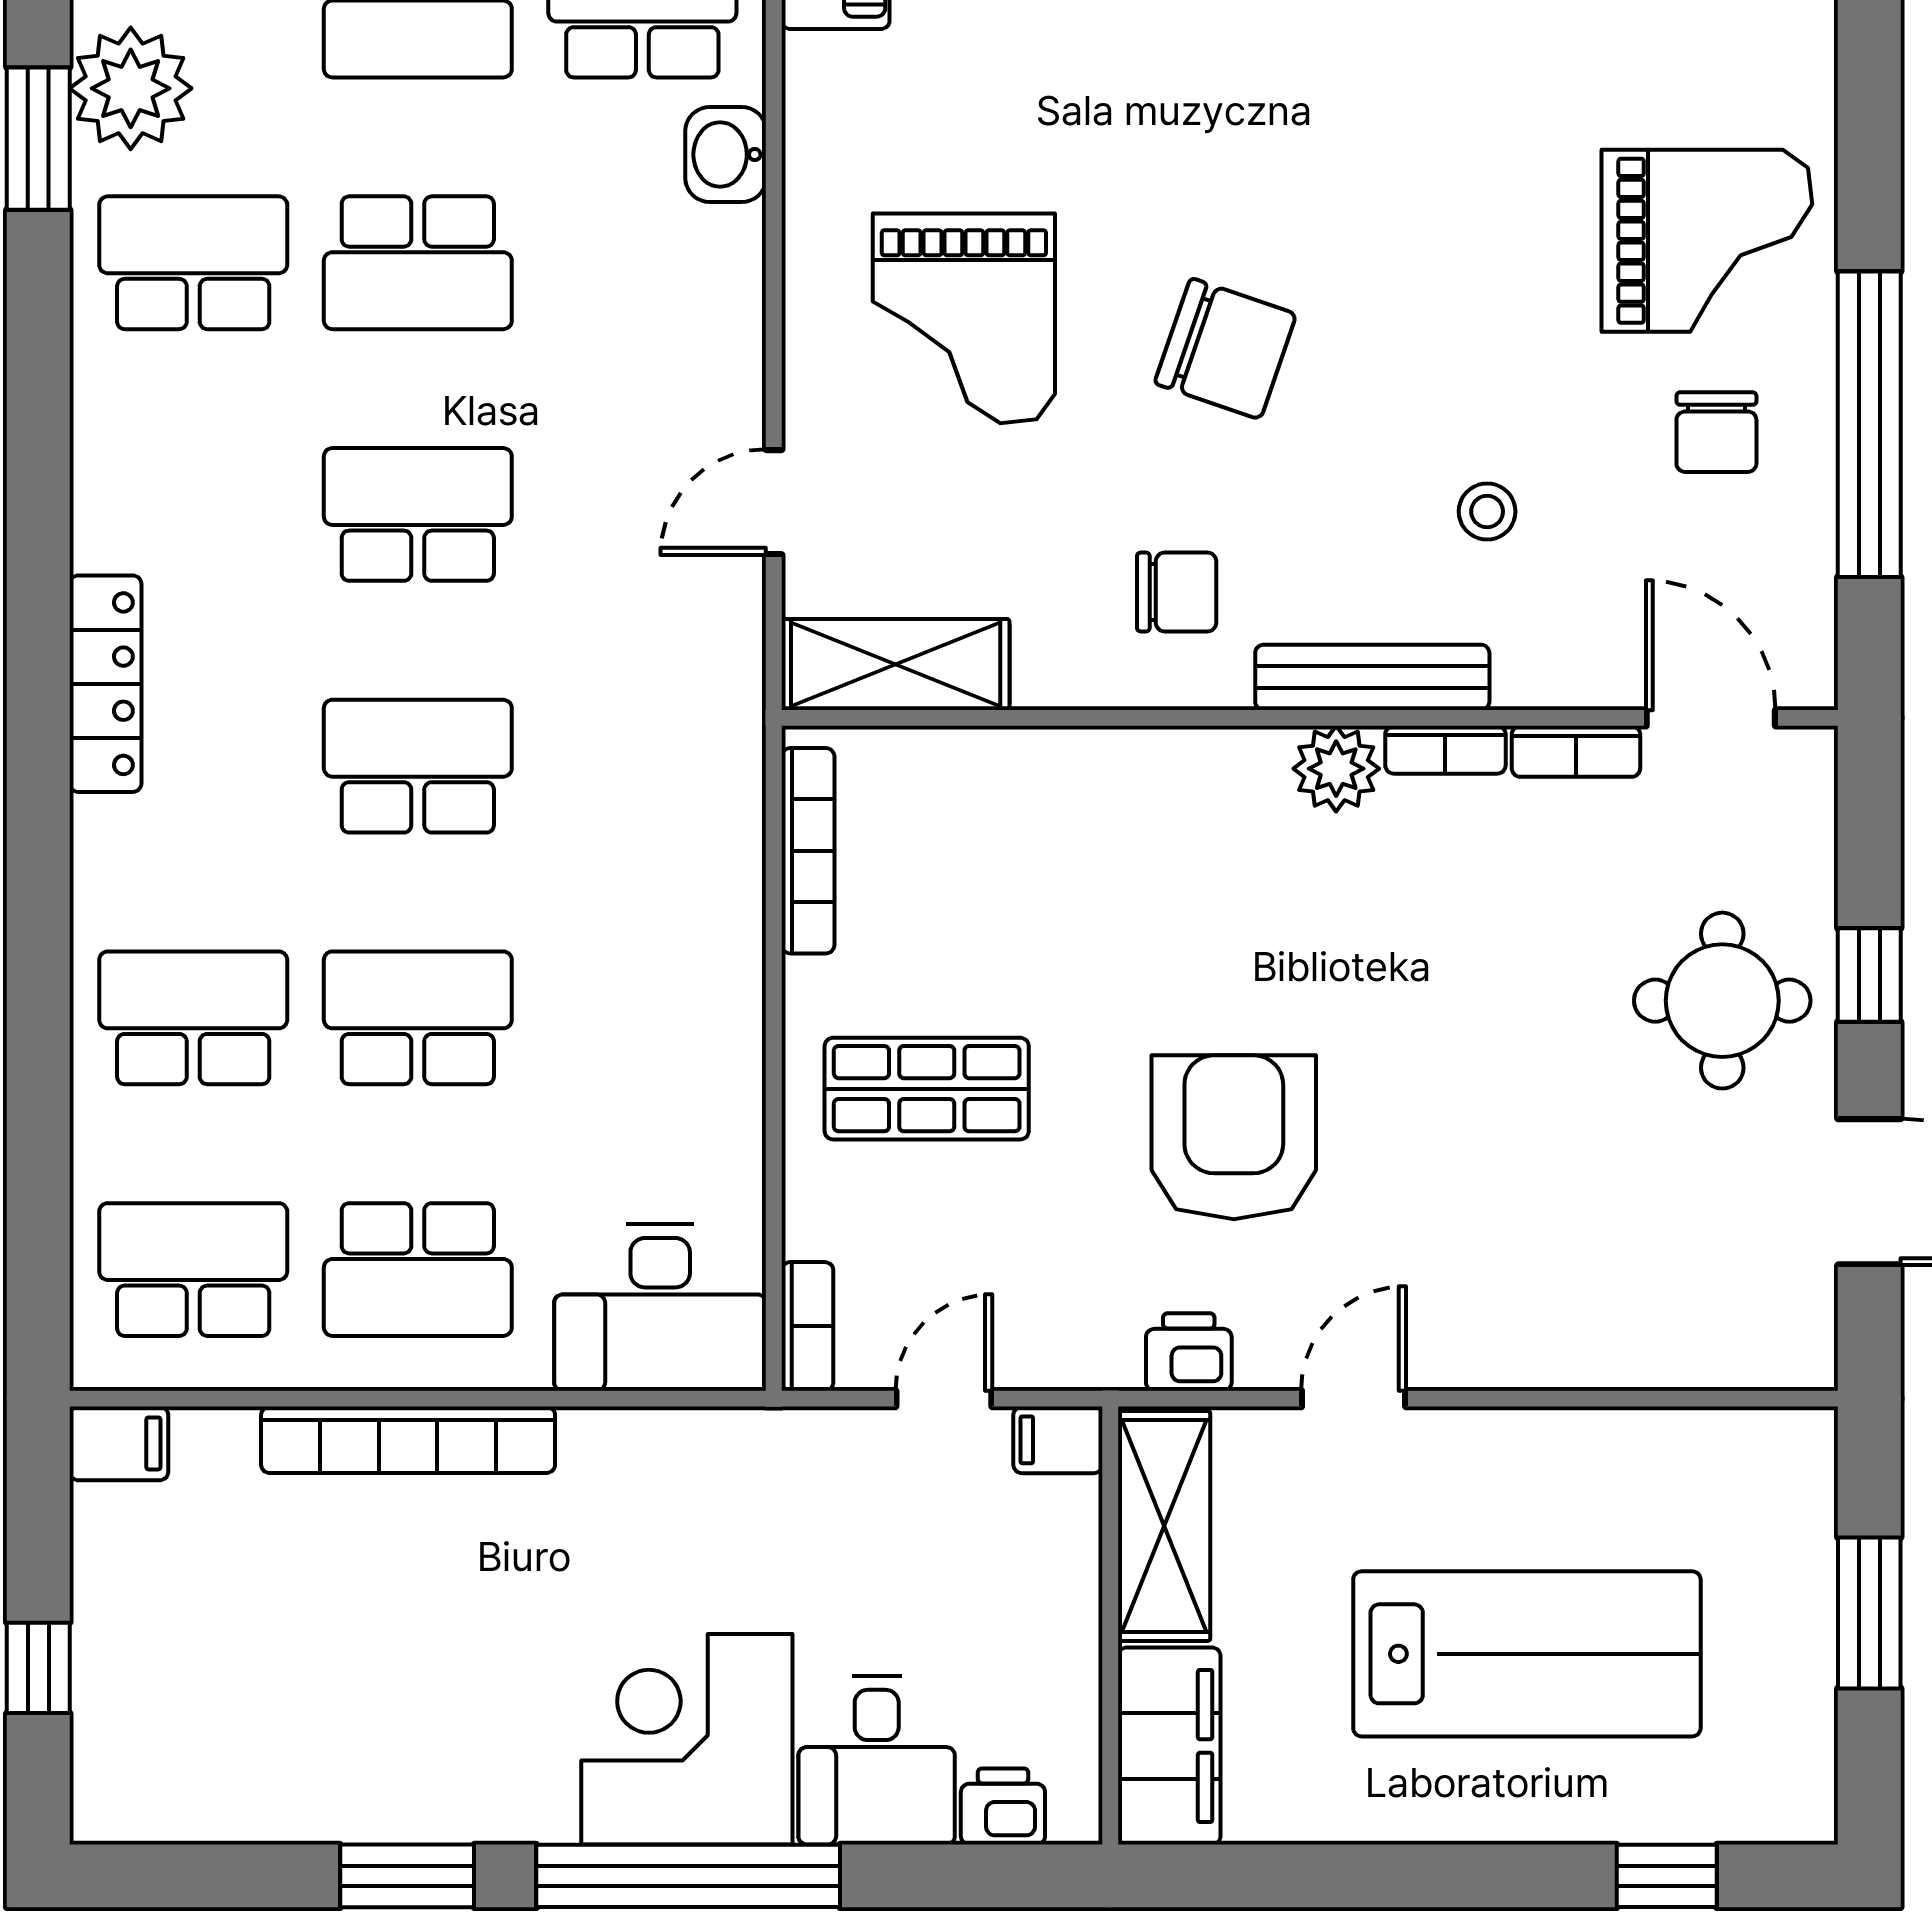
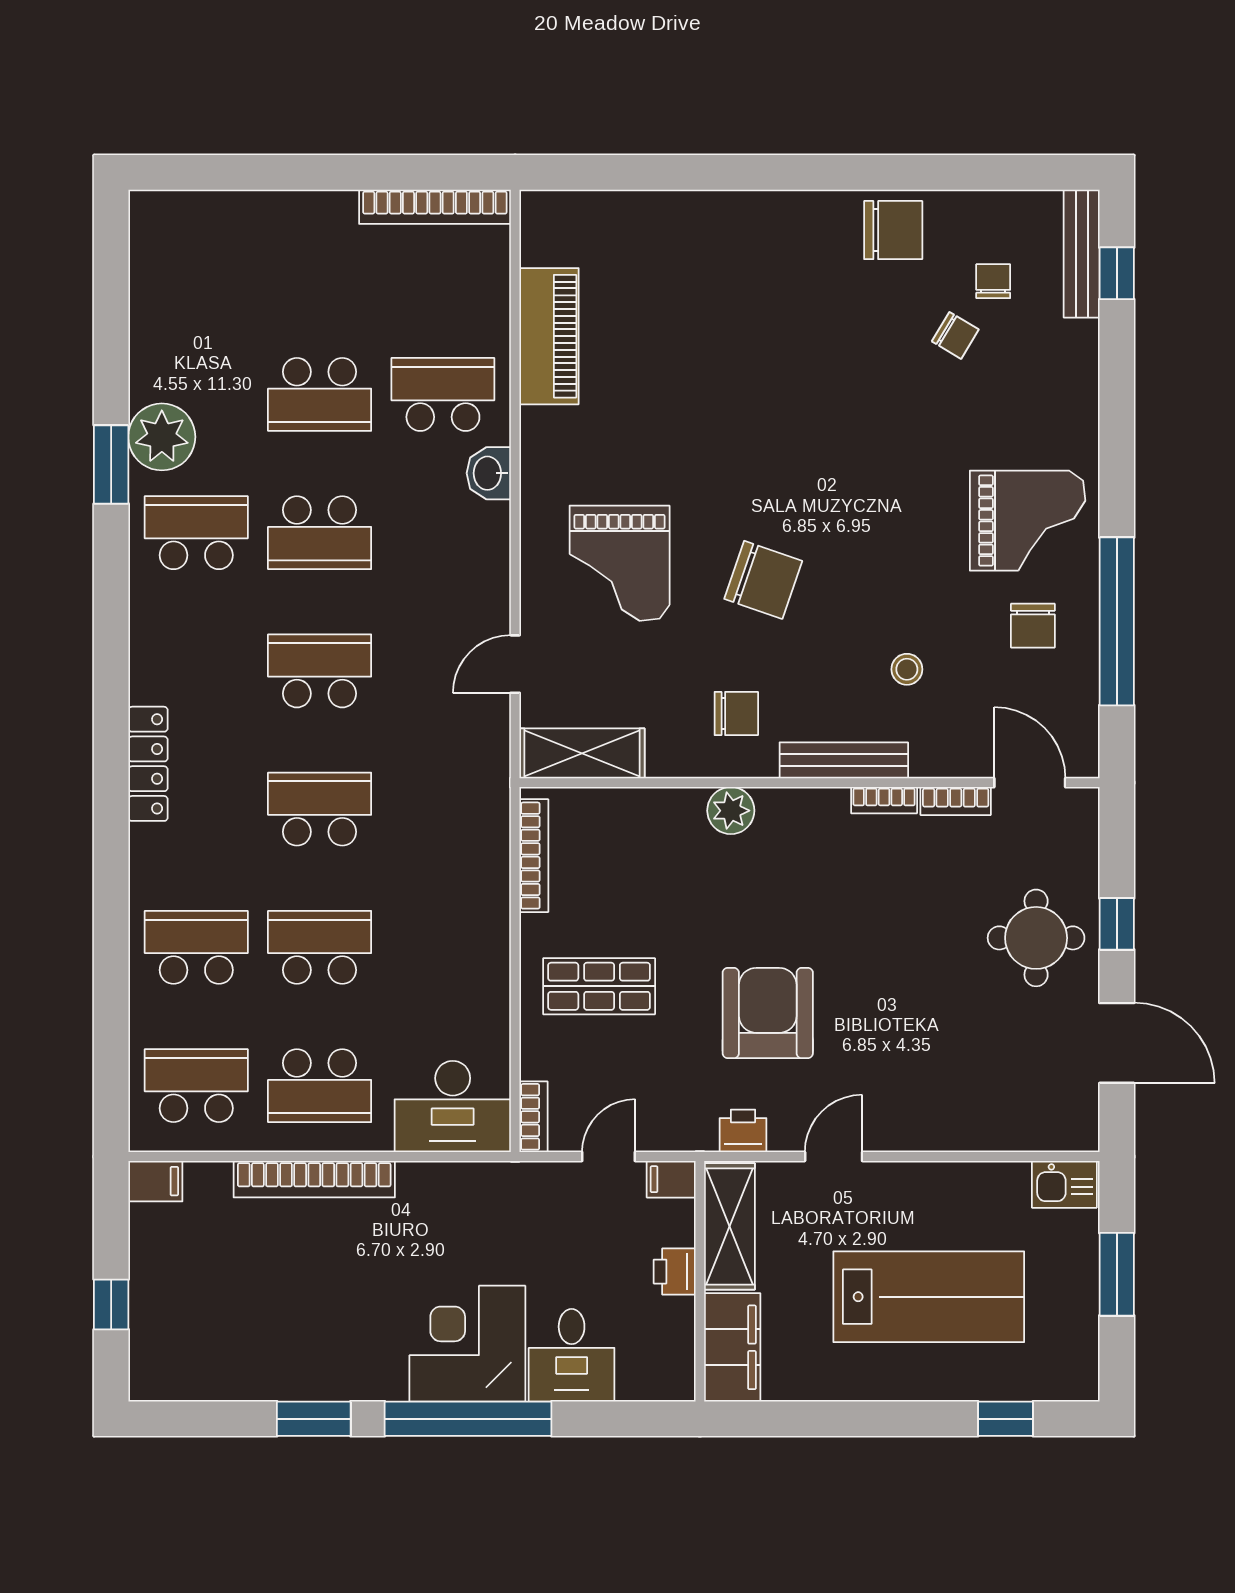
plant: (1336, 769) -> (731, 811), moved
kitchen sink: (1774, 1449) -> (1064, 1184), added
printer: (1003, 1806) -> (675, 1272), moved, turned -90

